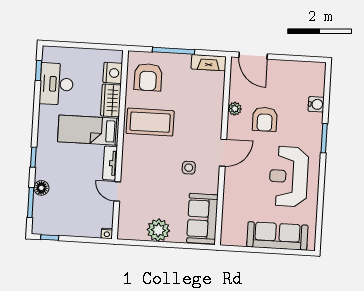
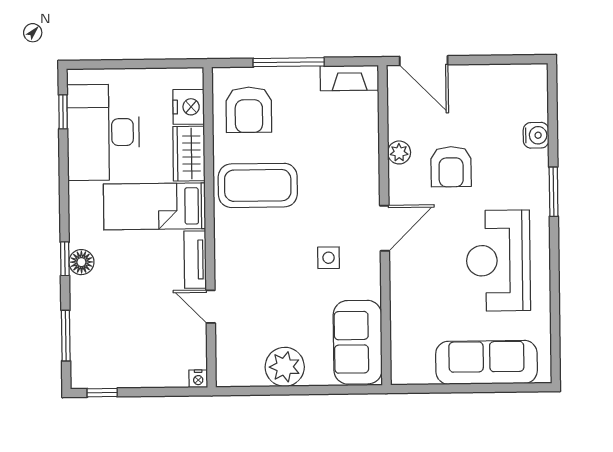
desk: (56, 84) -> (103, 132), width x1.36, depth x1.30
floor lamp: (41, 188) -> (81, 262), moved

